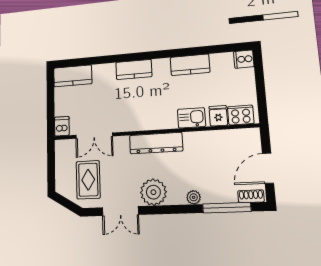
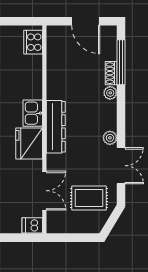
fridge: (218, 116) -> (29, 143), moved, width x1.88, depth x1.34
kitchen sink: (191, 118) -> (33, 113), moved
plant: (153, 192) -> (110, 138), width x0.53, depth x0.53
shoe rack: (251, 196) -> (111, 73), moved

